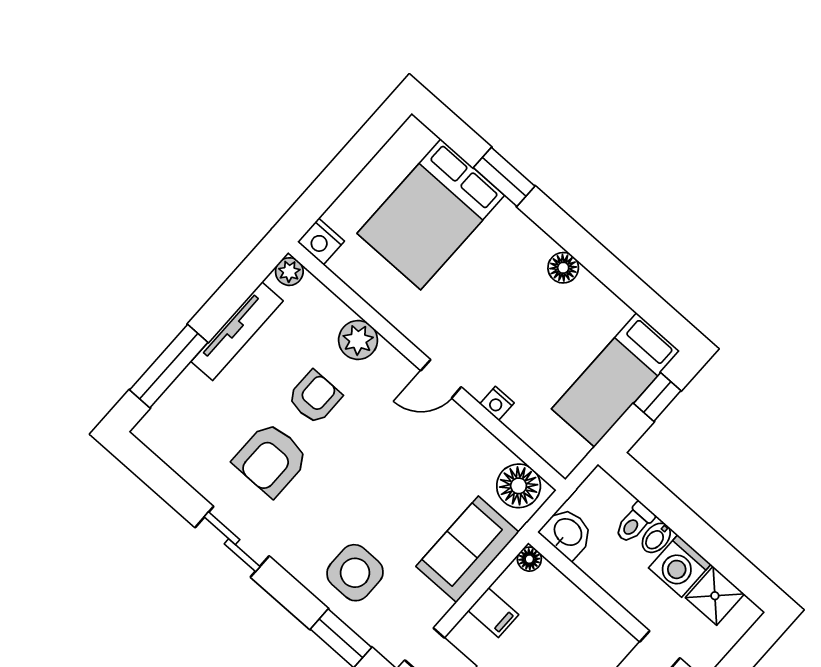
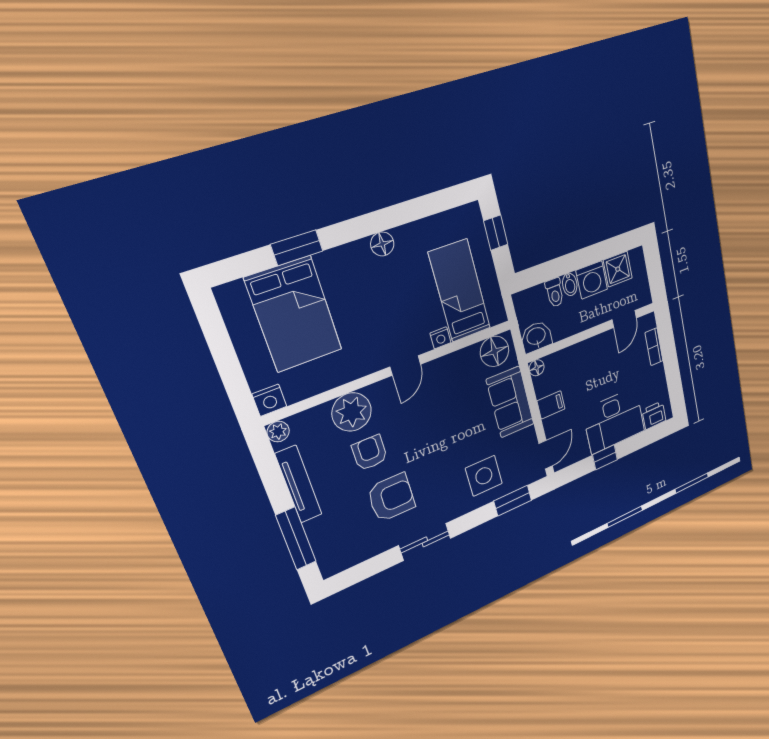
plant: (358, 340) -> (352, 412), width x1.36, depth x1.36
bed: (616, 380) -> (460, 291), moved, turned 180
armchair: (271, 459) -> (391, 498), turned -90

